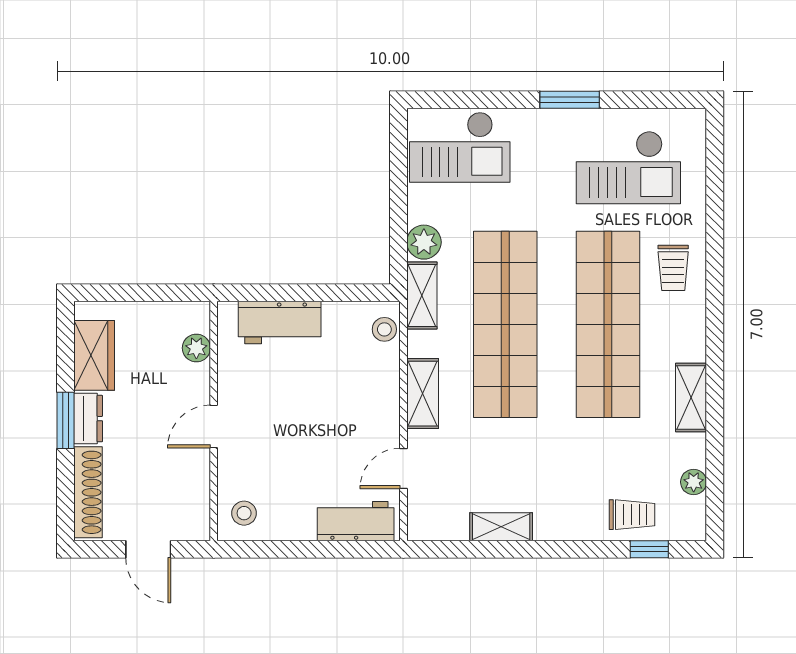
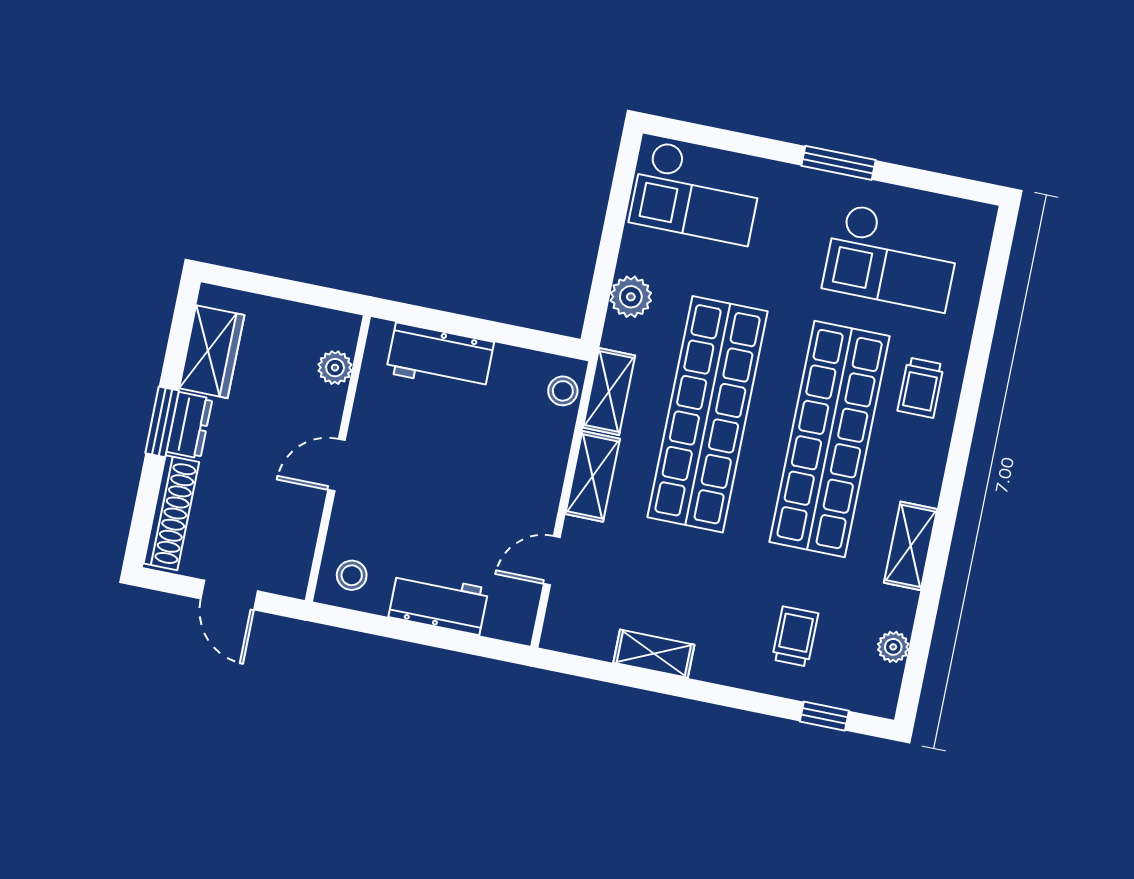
shelving: (422, 295) -> (609, 391), moved
trolley: (632, 515) -> (795, 636), moved, turned -90
workbench: (356, 521) -> (439, 603), moved

